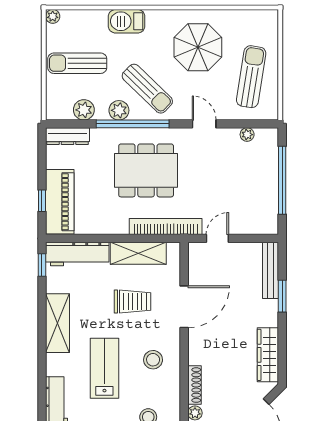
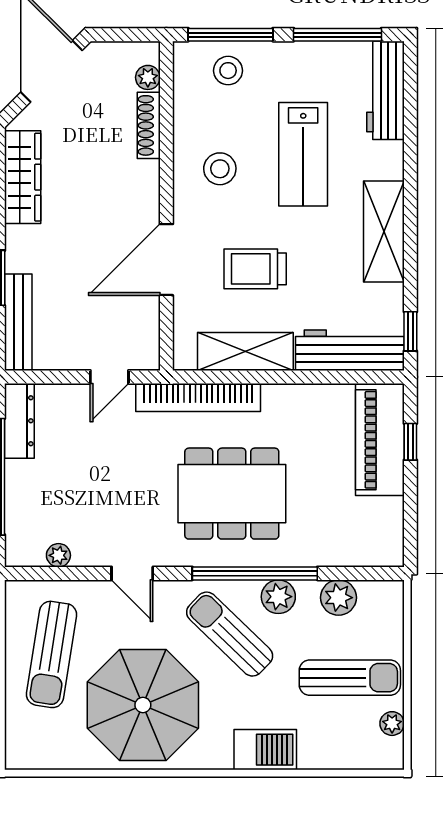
plant: (53, 16) -> (392, 724), moved
parasol: (198, 47) -> (143, 705), width x1.36, depth x1.36
dresser: (68, 136) -> (19, 421), moved, turned 90

